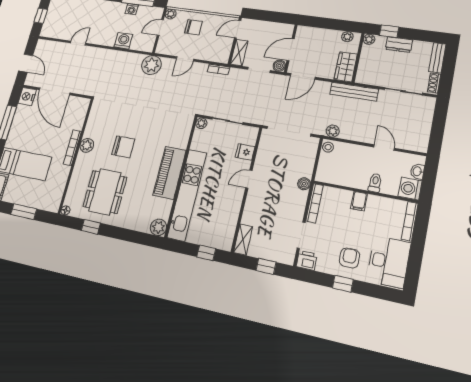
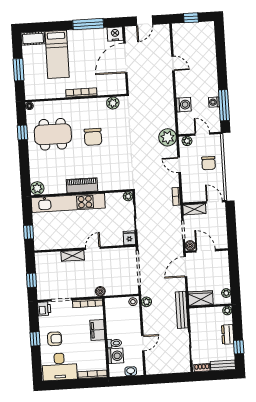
plant: (171, 14) -> (187, 141), moved
window: (389, 31) -> (239, 347), moved
door: (303, 76) -> (185, 267), hinge flipped
plant: (87, 145) -> (113, 103), moved
fridge: (245, 152) -> (129, 238), moved
piano: (170, 173) -> (82, 185), width x0.73, depth x0.75
door: (249, 179) -> (93, 248), hinge flipped
washing machine: (410, 189) -> (116, 356), moved, turned 90
filing cabinet: (359, 201) -> (97, 330), width x2.00
shelving: (243, 240) -> (73, 256), moved

